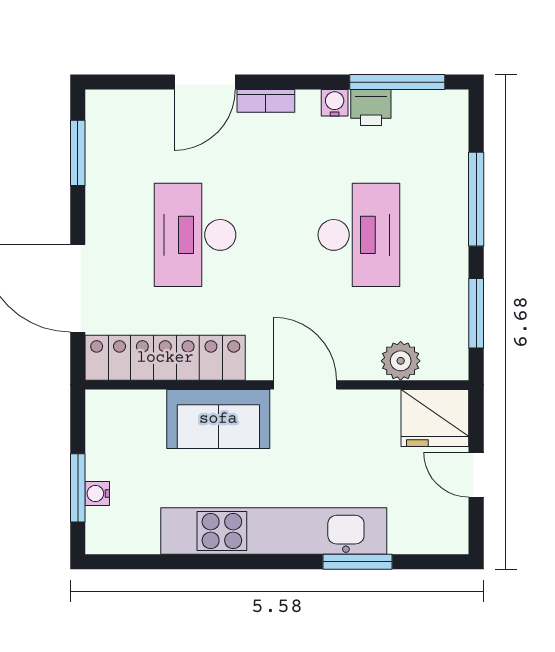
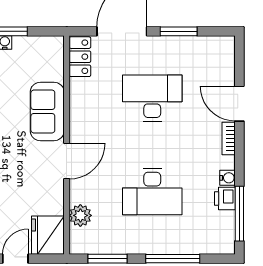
window: (78, 153) -> (179, 31), moved
locker: (165, 358) -> (80, 57), width x0.46, depth x0.83

